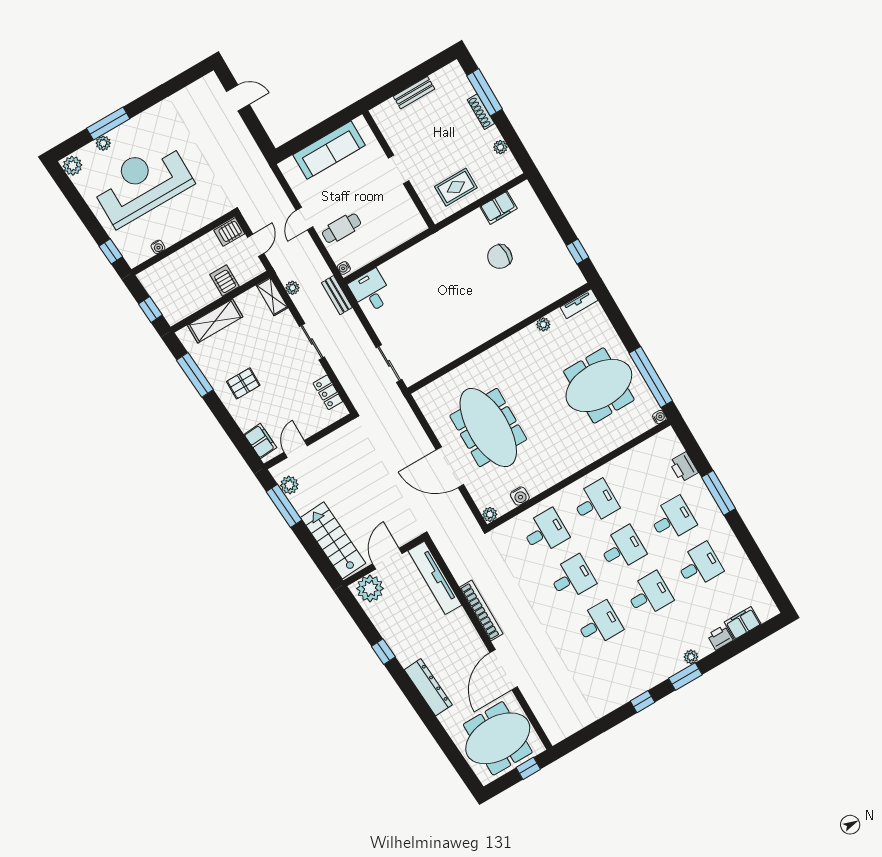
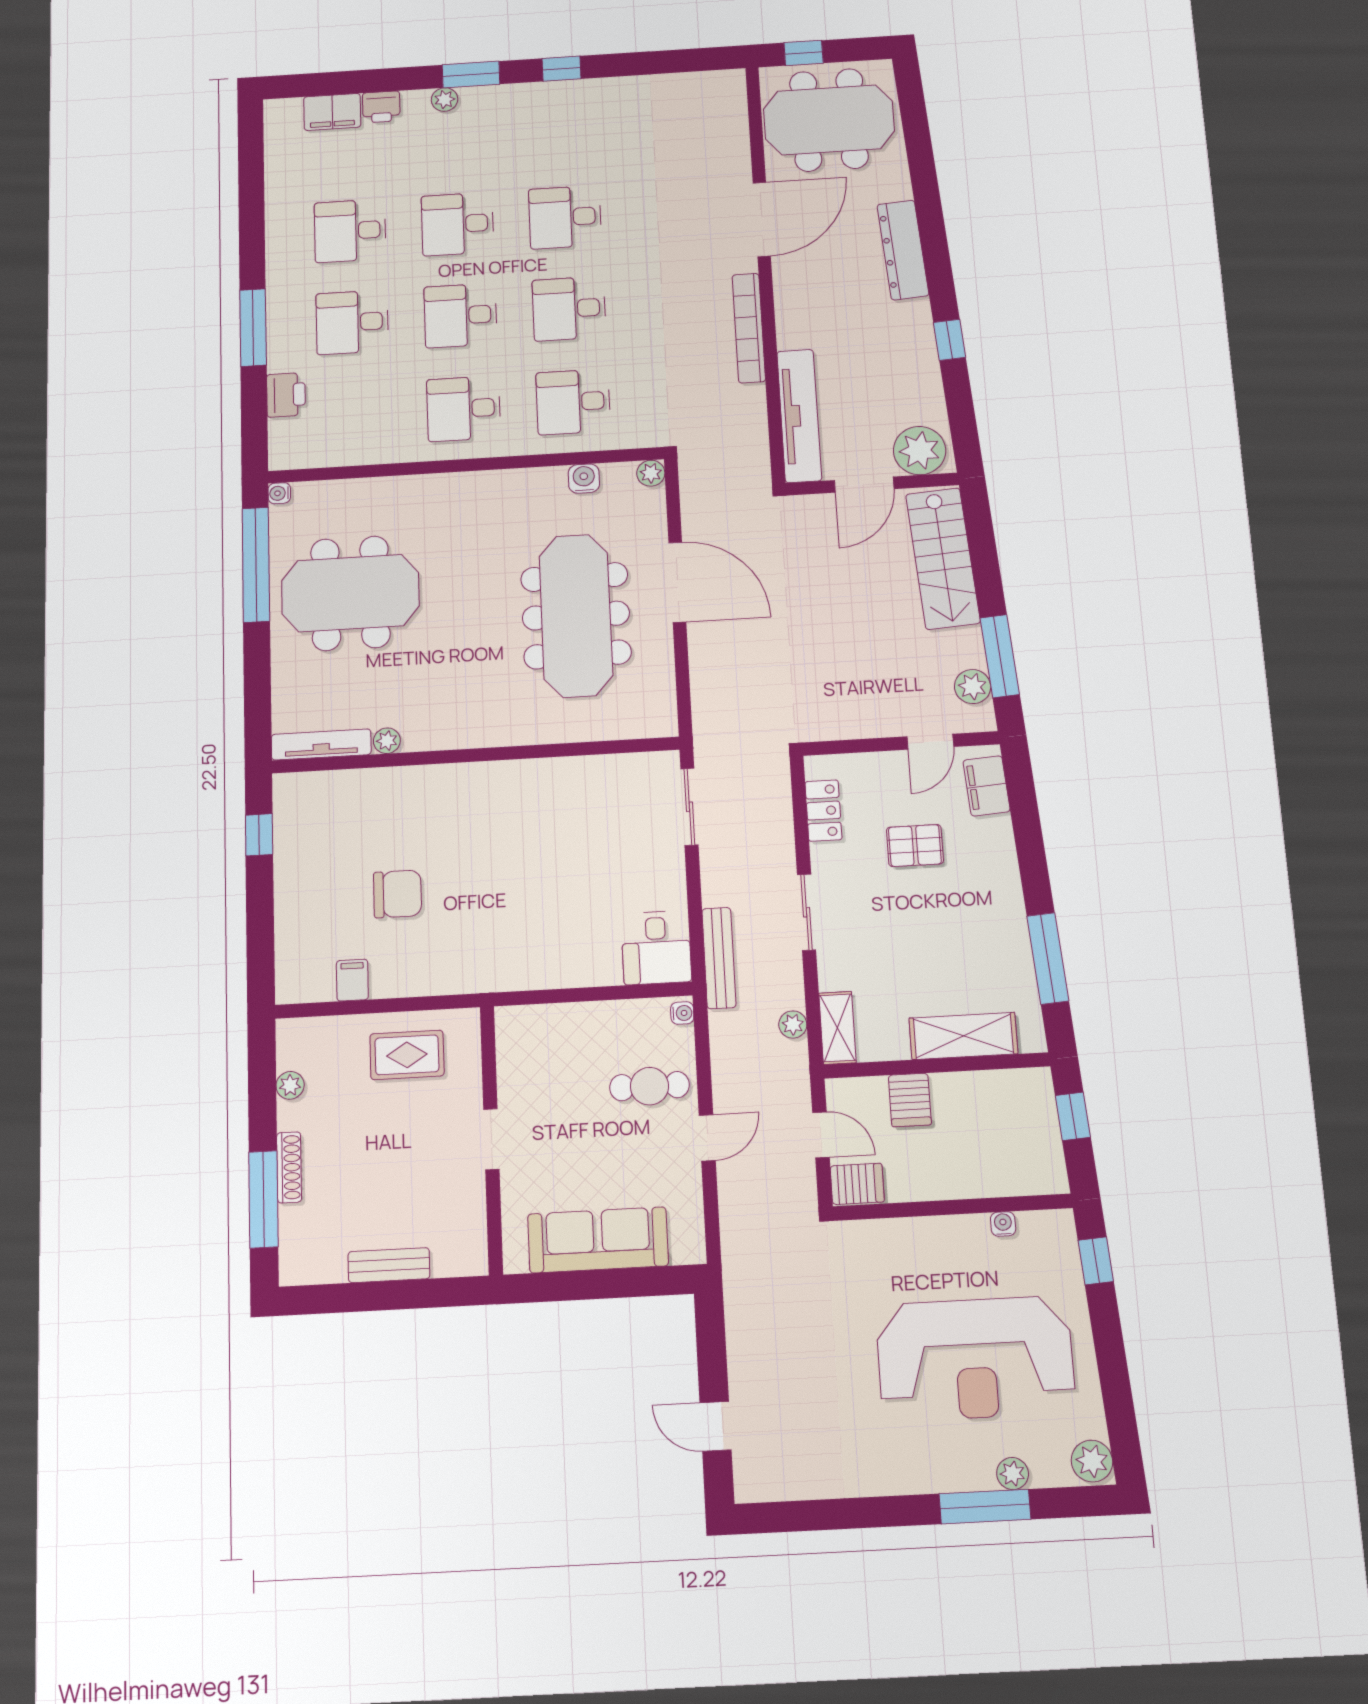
filing cabinet: (499, 208) -> (352, 980), width x0.50
door: (256, 245) -> (821, 1135), swing flipped
bench: (337, 295) -> (719, 958), width x1.36
tv unit: (579, 304) -> (321, 744), width x1.41
pallet: (243, 383) -> (915, 846), moved

